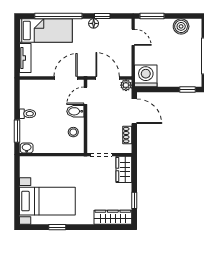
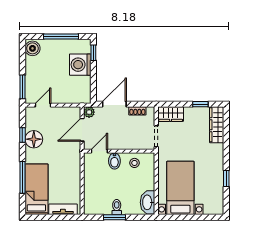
window: (58, 16) -> (22, 177), width x0.68
floor lamp: (94, 23) -> (34, 139), width x1.89, depth x1.89
boiler: (181, 26) -> (32, 48), moved
washing machine: (146, 76) -> (80, 65), moved
door: (66, 78) -> (82, 170), removed
door: (86, 96) -> (99, 151), swing flipped
window: (17, 131) -> (115, 217), moved
washbasin: (27, 148) -> (148, 202), width x1.91, depth x1.45
bed with nightstands: (47, 201) -> (180, 188), moved

